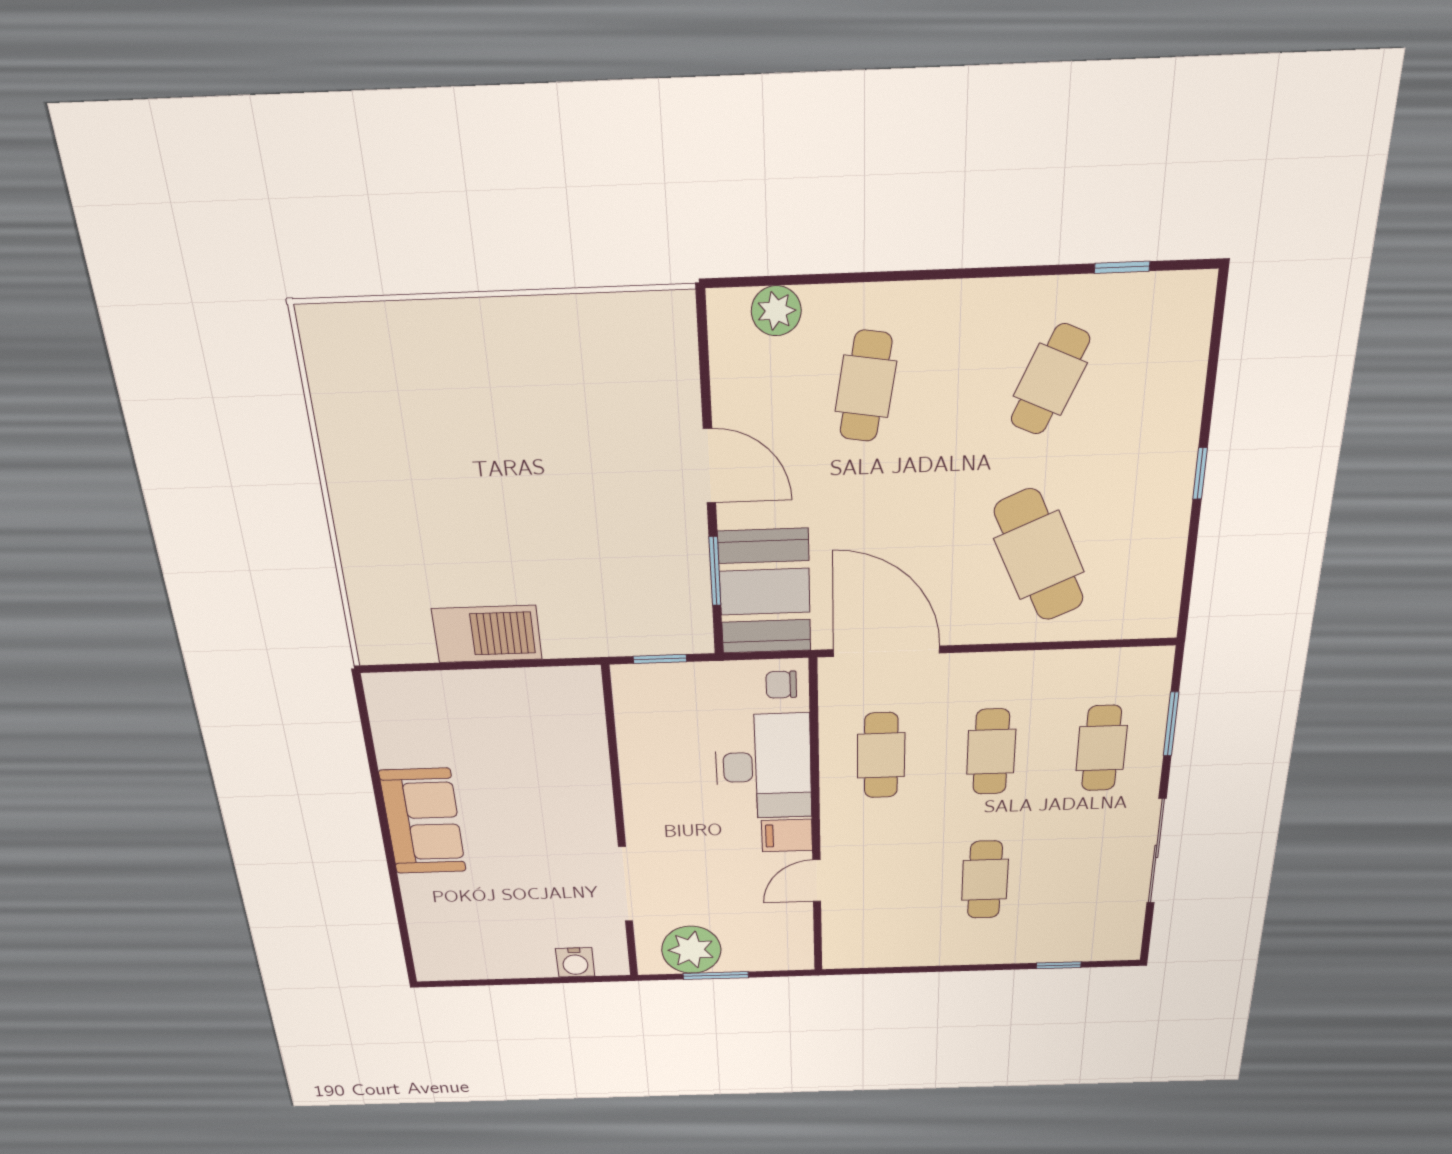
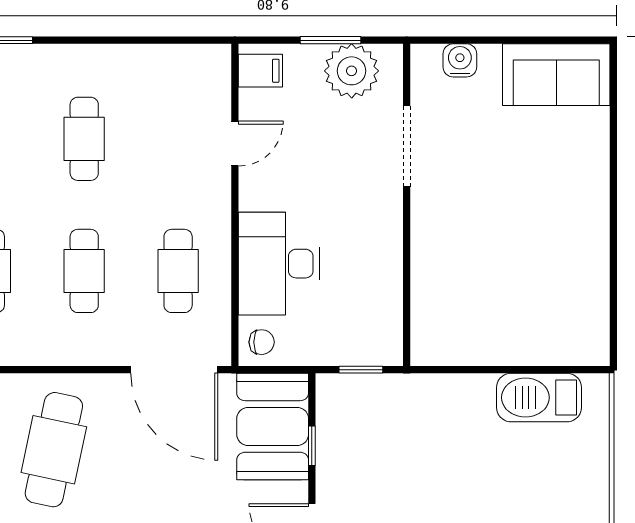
cafe table: (1039, 555) -> (54, 450), turned 36
window: (715, 571) -> (312, 446), width x0.67
barbecue: (487, 634) -> (539, 398), moved
sofa: (423, 821) -> (556, 75), moved, turned -90
filing cabinet: (787, 835) -> (260, 71), moved

